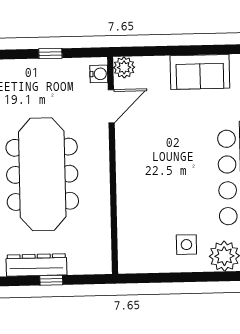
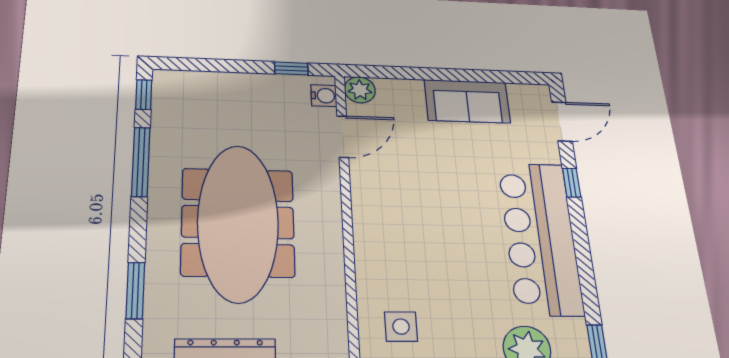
window: (50, 53) -> (291, 68), moved
side table: (186, 245) -> (401, 327), moved

